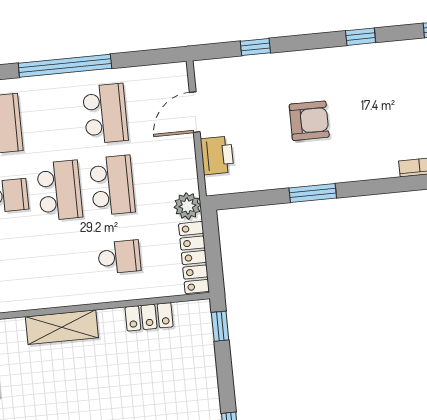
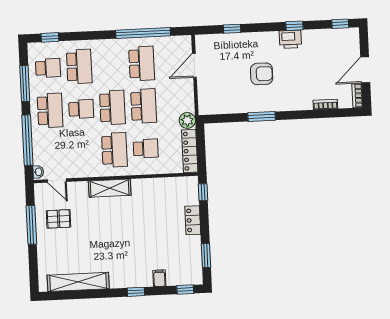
window: (65, 66) -> (143, 33), moved
printer: (217, 155) -> (290, 39), moved, turned 90
school desk: (67, 262) -> (114, 150), added
locker: (149, 317) -> (193, 220), moved, turned 90

